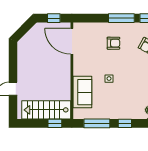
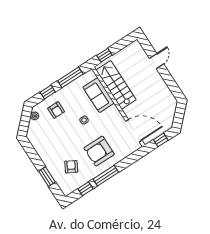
armchair: (113, 43) -> (99, 151), width x1.88, depth x1.88
armchair: (128, 103) -> (56, 110), added
stairs: (46, 110) -> (116, 85), moved, turned -90

